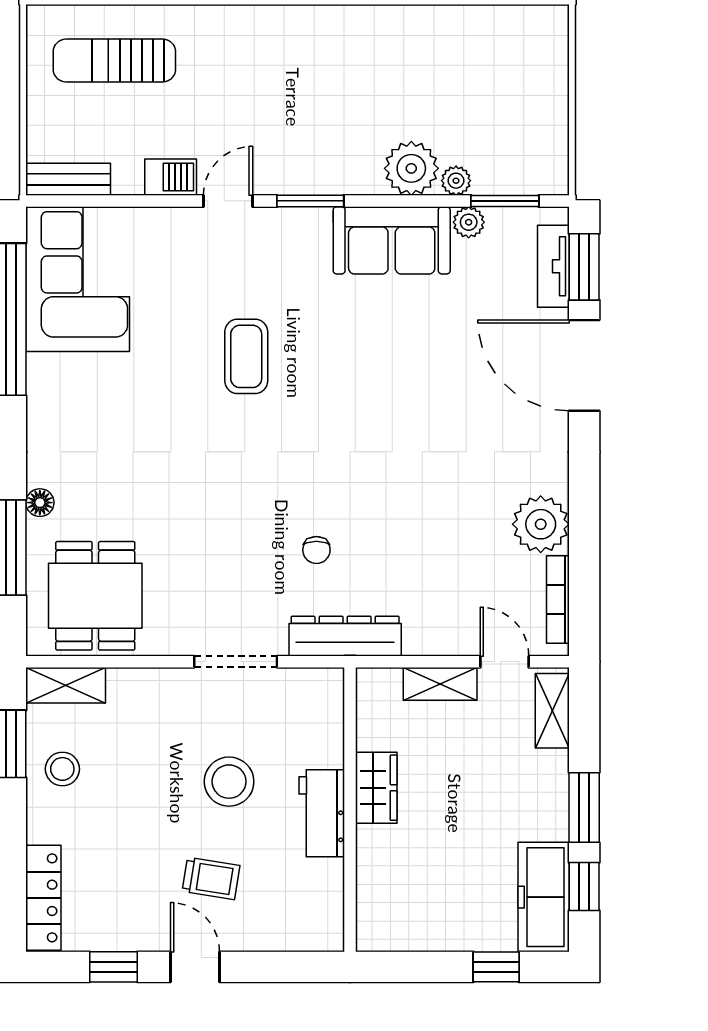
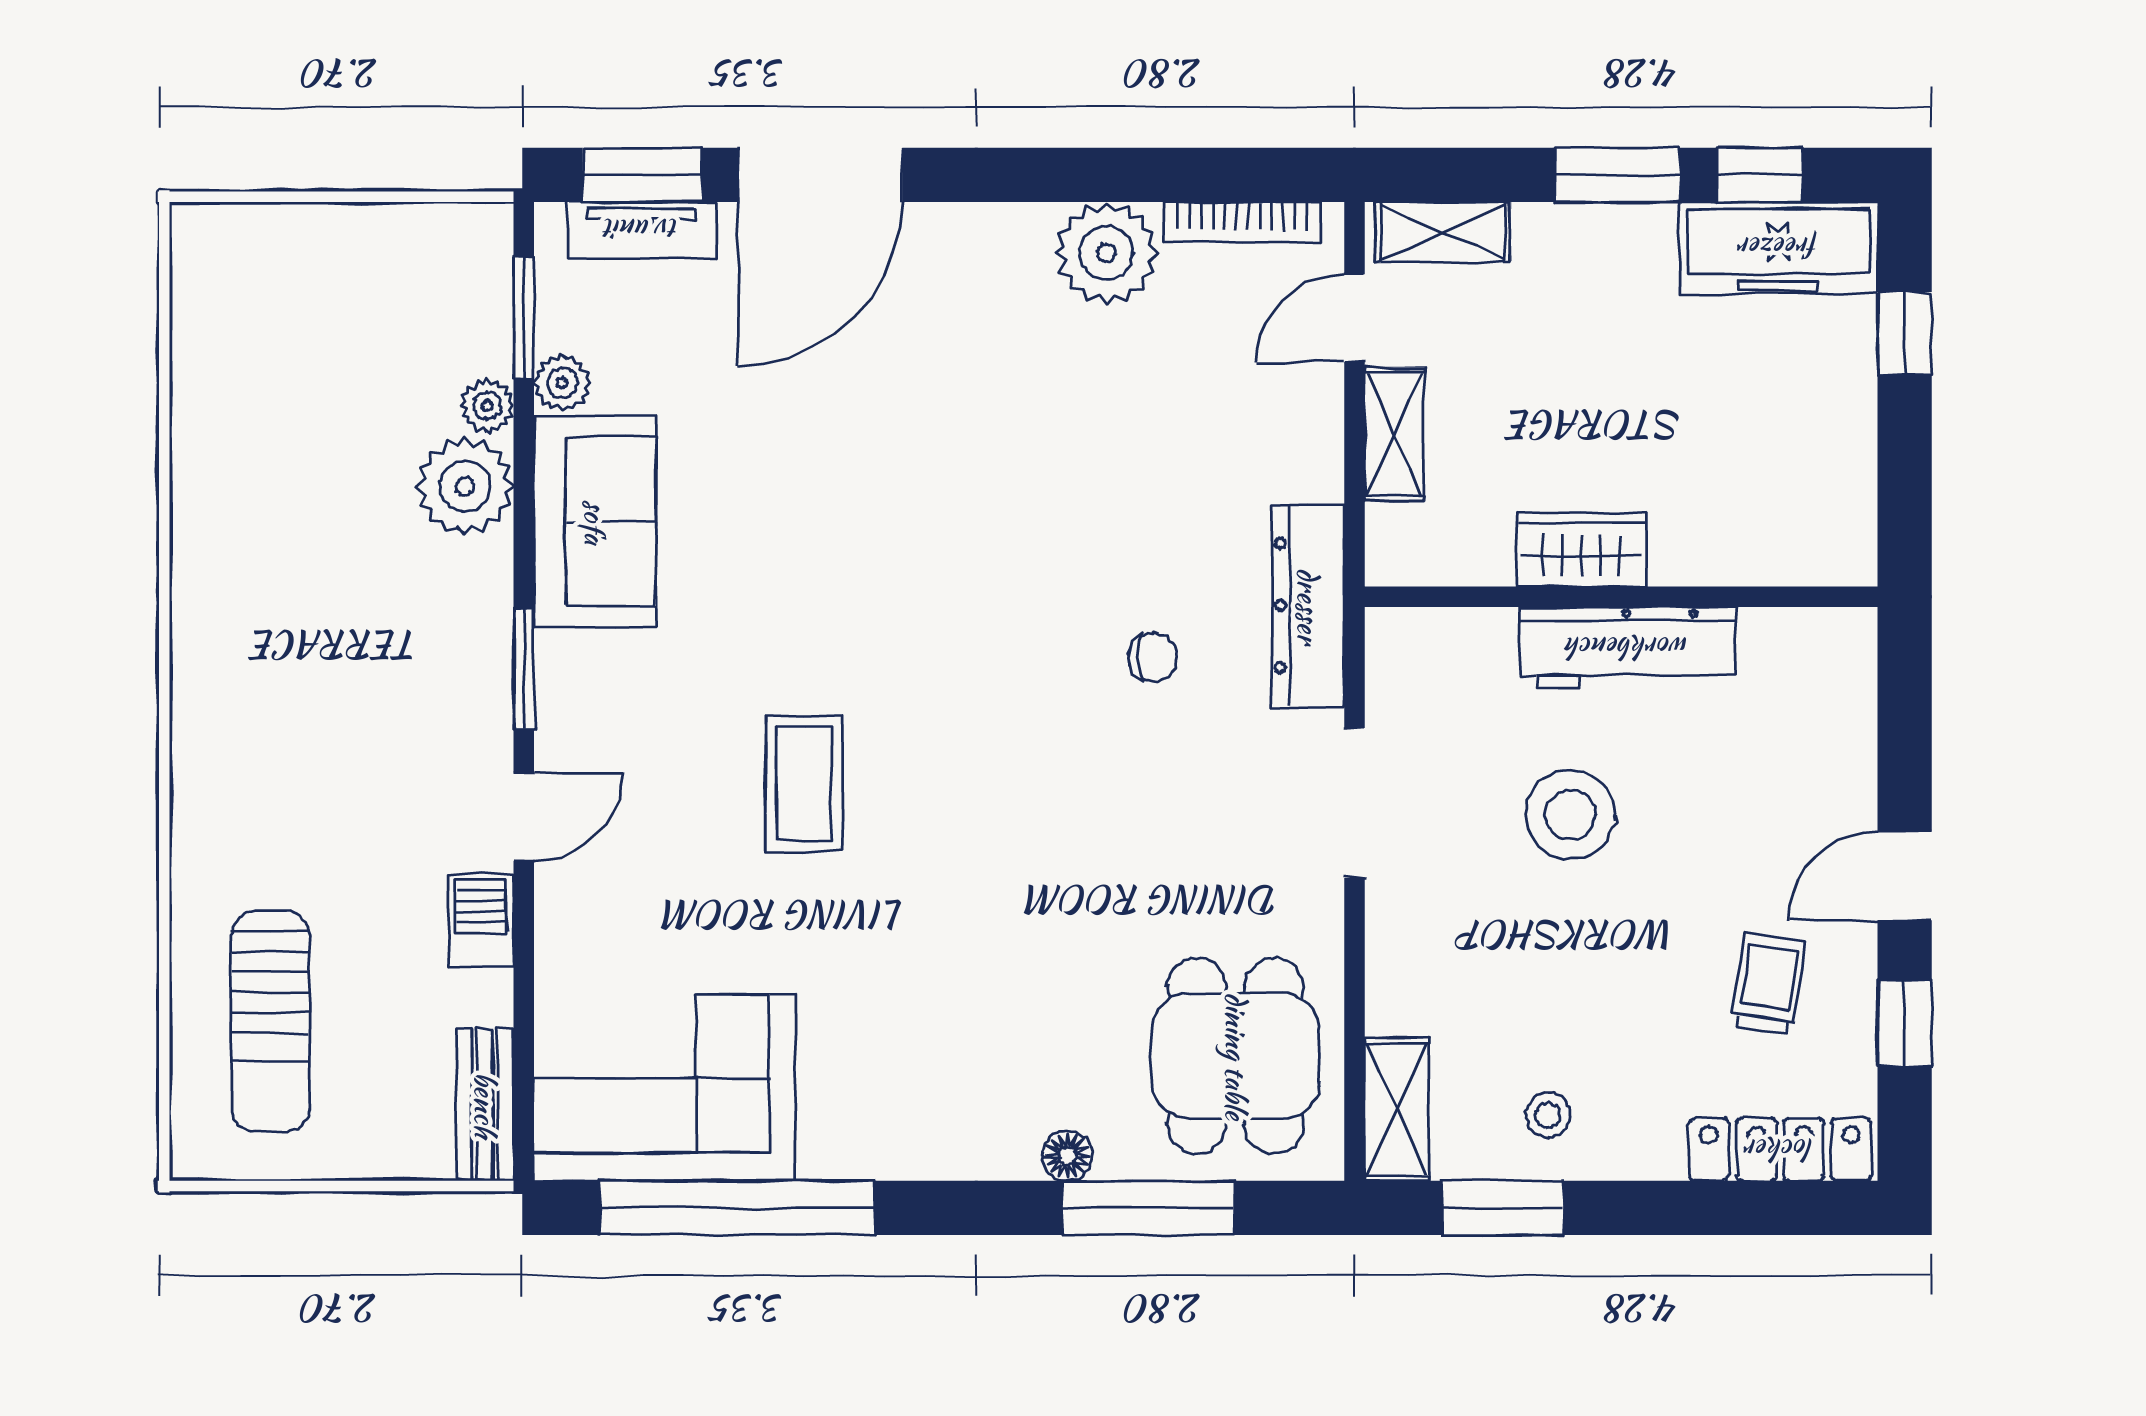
door: (228, 201) -> (524, 817), swing flipped
coffee table: (246, 356) -> (804, 784), turned 90
dining table: (95, 596) -> (1236, 1056), turned 90
stool: (62, 769) -> (1548, 1115), width x0.73, depth x0.73
workbench: (322, 813) -> (1628, 648), width x1.38
trolley: (211, 878) -> (1769, 984), moved

